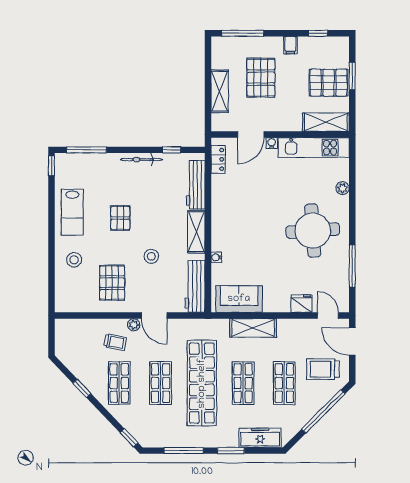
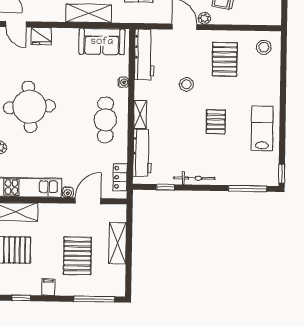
cafe table: (234, 218) -> (105, 120), added
shelving: (196, 232) -> (140, 114), width x0.67, depth x0.75
stool: (74, 260) -> (264, 47), moved

